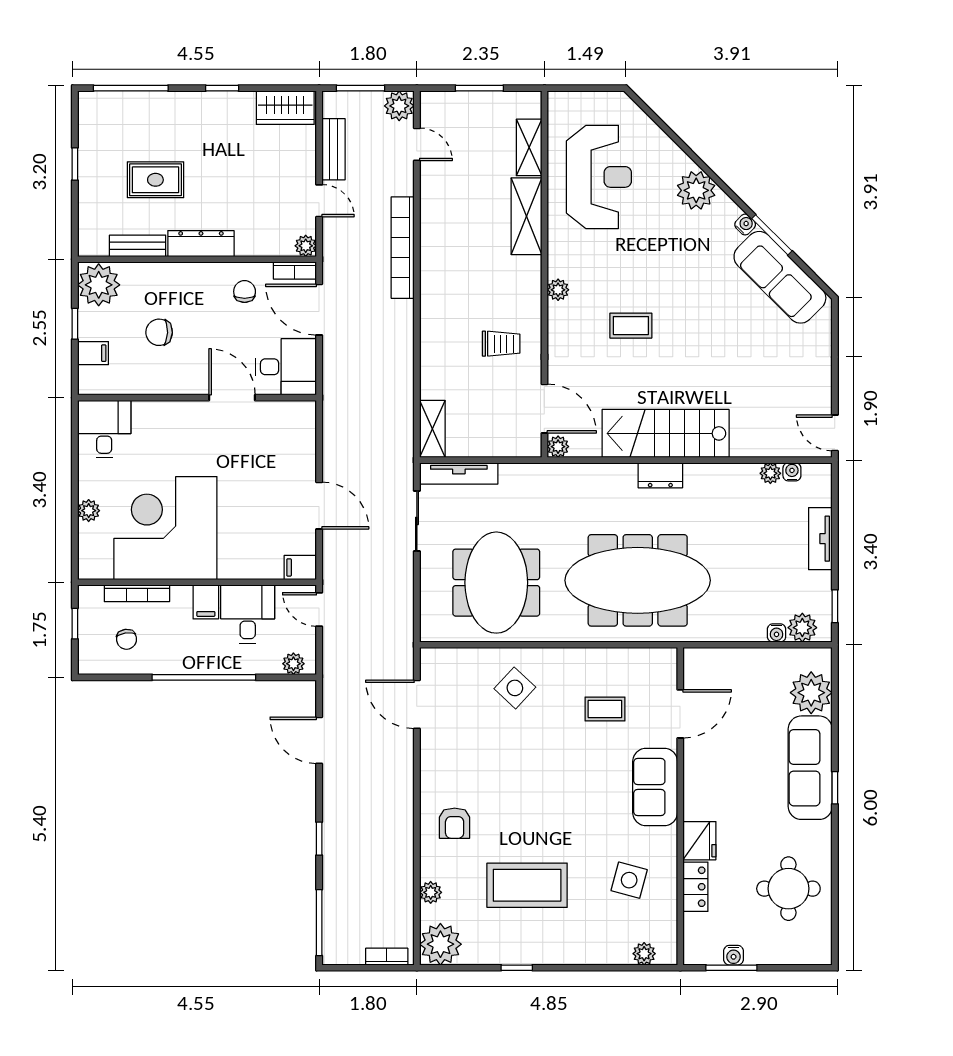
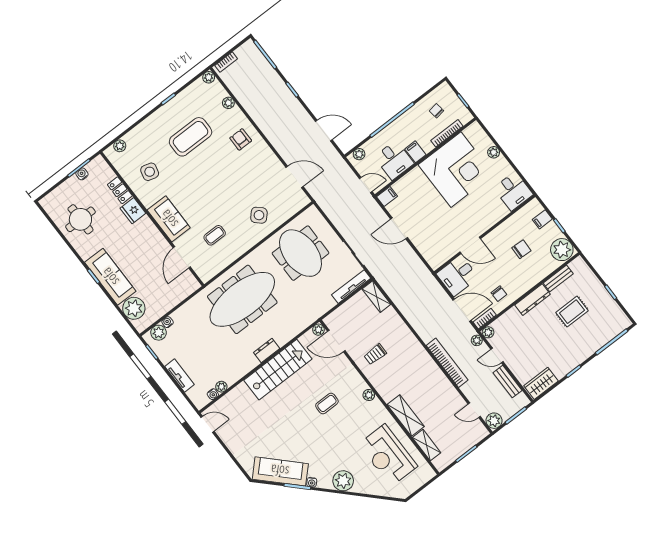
plant: (332, 247) -> (477, 340), added
plant: (440, 944) -> (209, 77), width x0.53, depth x0.53

